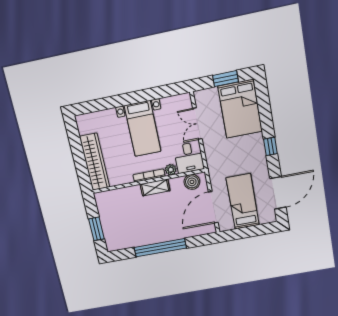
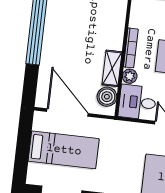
shelving: (155, 187) -> (112, 68), moved

